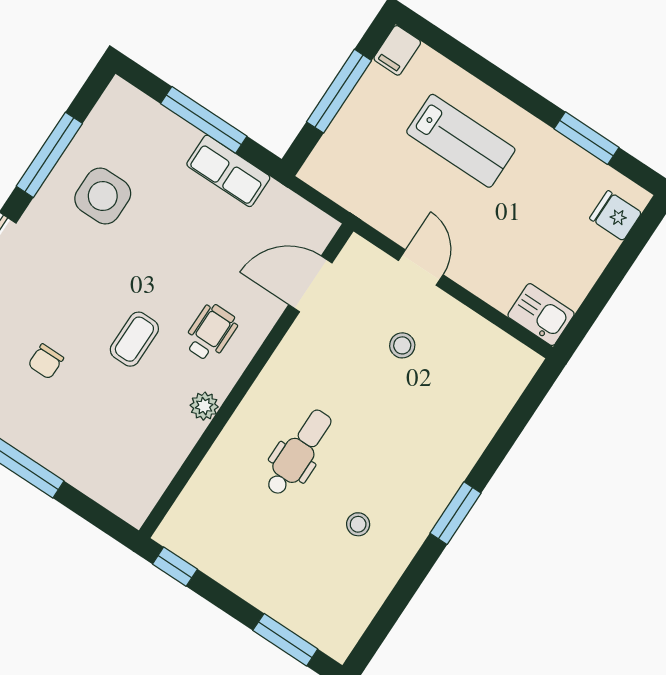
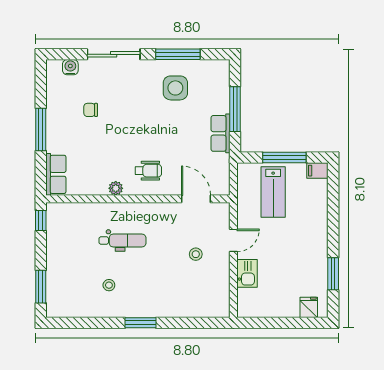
lab bench: (461, 141) -> (273, 192), moved
kitchen sink: (541, 315) -> (247, 273), moved
coffee table: (134, 339) -> (124, 141), removed
row of seats: (115, 491) -> (56, 174), added

